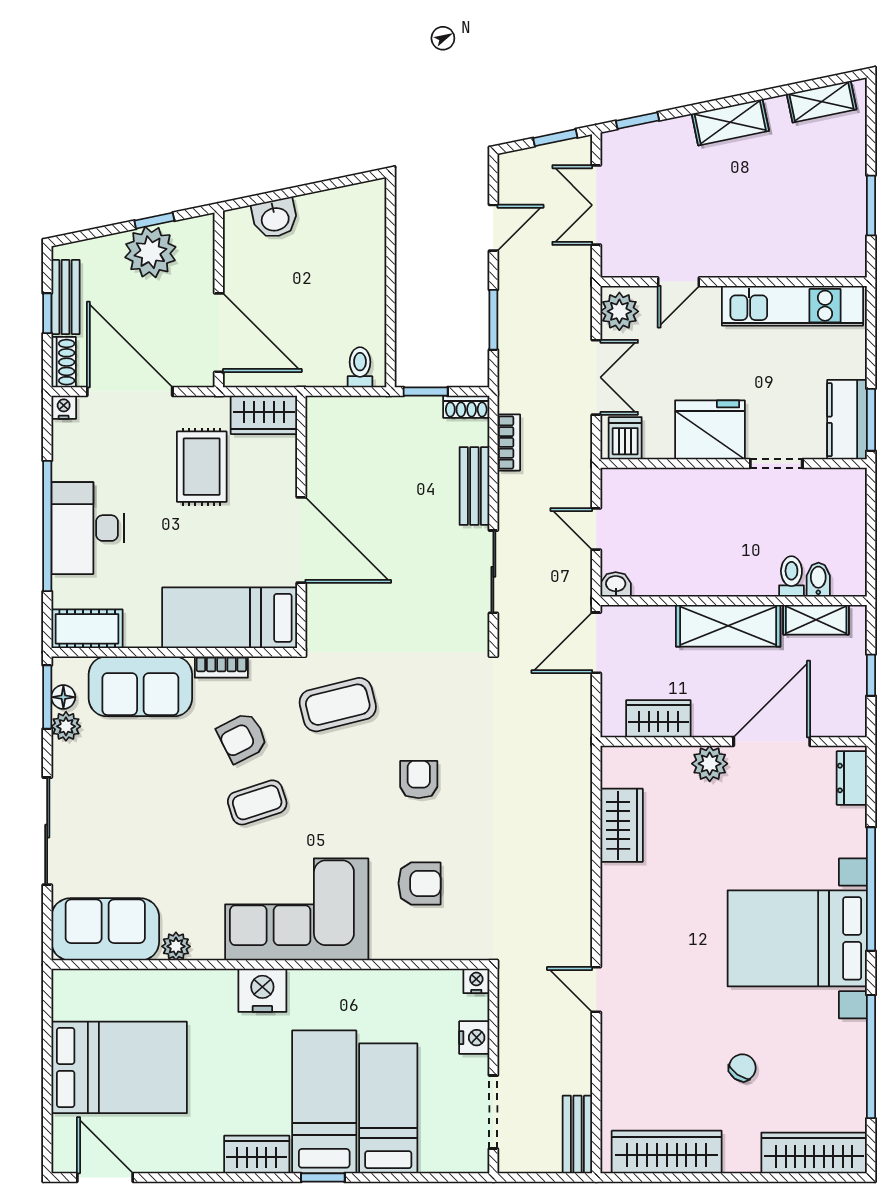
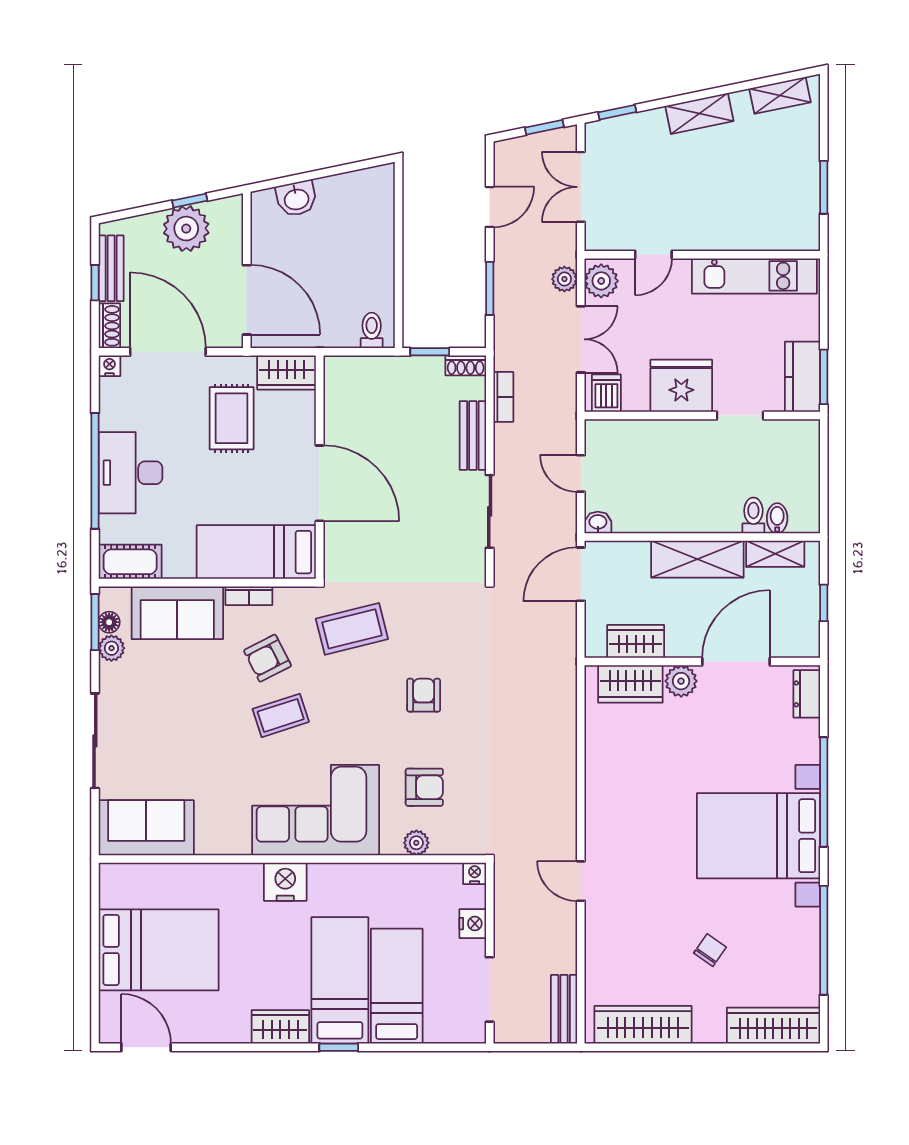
plant: (578, 309) -> (564, 279), added
wardrobe: (622, 825) -> (630, 684), moved, turned 90
plant: (176, 946) -> (416, 843), moved

